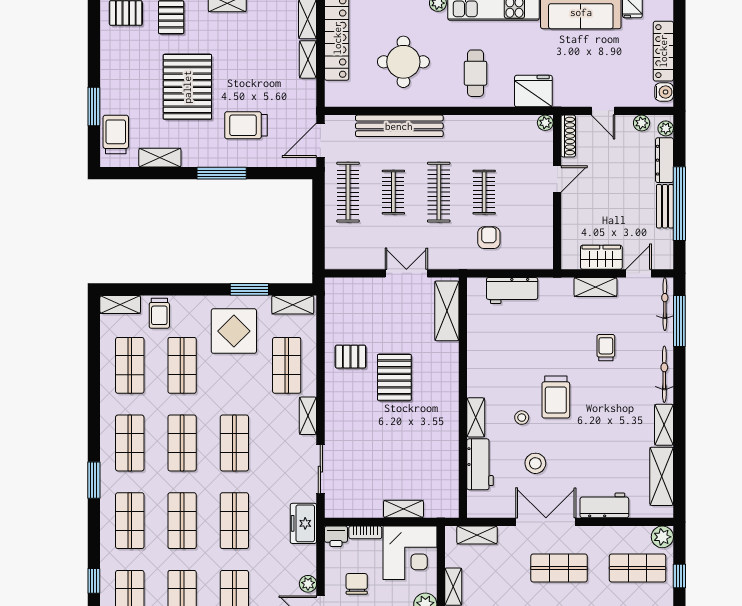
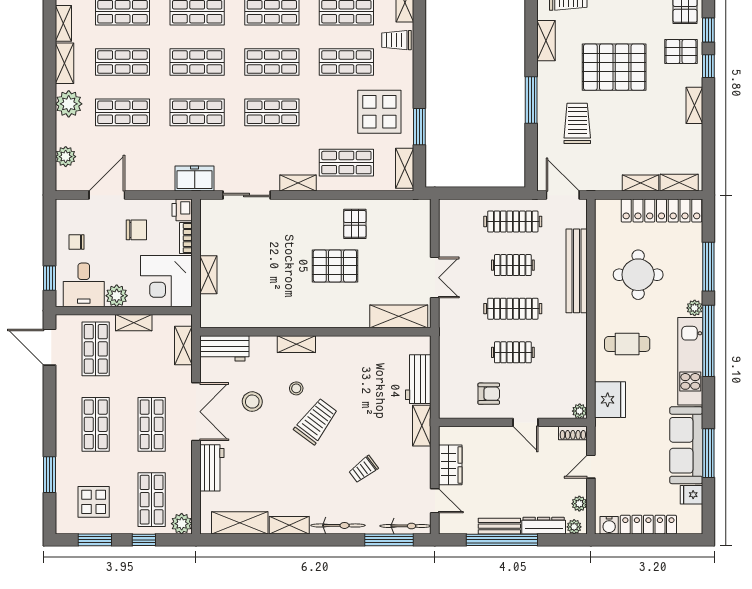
shoe rack: (568, 136) -> (573, 433), width x0.70
armchair: (489, 238) -> (489, 394), moved
shelving: (595, 287) -> (422, 426), moved
trolley: (606, 348) -> (363, 469), turned 143
trolley: (556, 397) -> (316, 421), turned 127
workbench: (480, 464) -> (224, 348), moved
plant: (308, 584) -> (136, 183), removed

